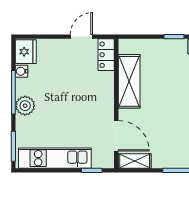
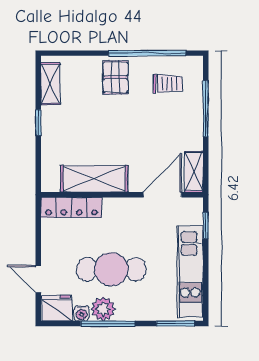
door: (81, 37) -> (38, 279), moved
locker: (106, 55) -> (71, 207), width x1.53
cafe table: (57, 95) -> (111, 269), added
plant: (25, 106) -> (103, 309), moved

